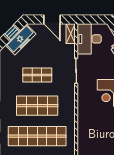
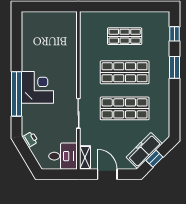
desk: (89, 39) -> (63, 156), width x0.73
shop shelf: (37, 75) -> (125, 108), width x1.43, depth x1.36
shop shelf: (37, 136) -> (125, 36), width x0.50, depth x0.74

